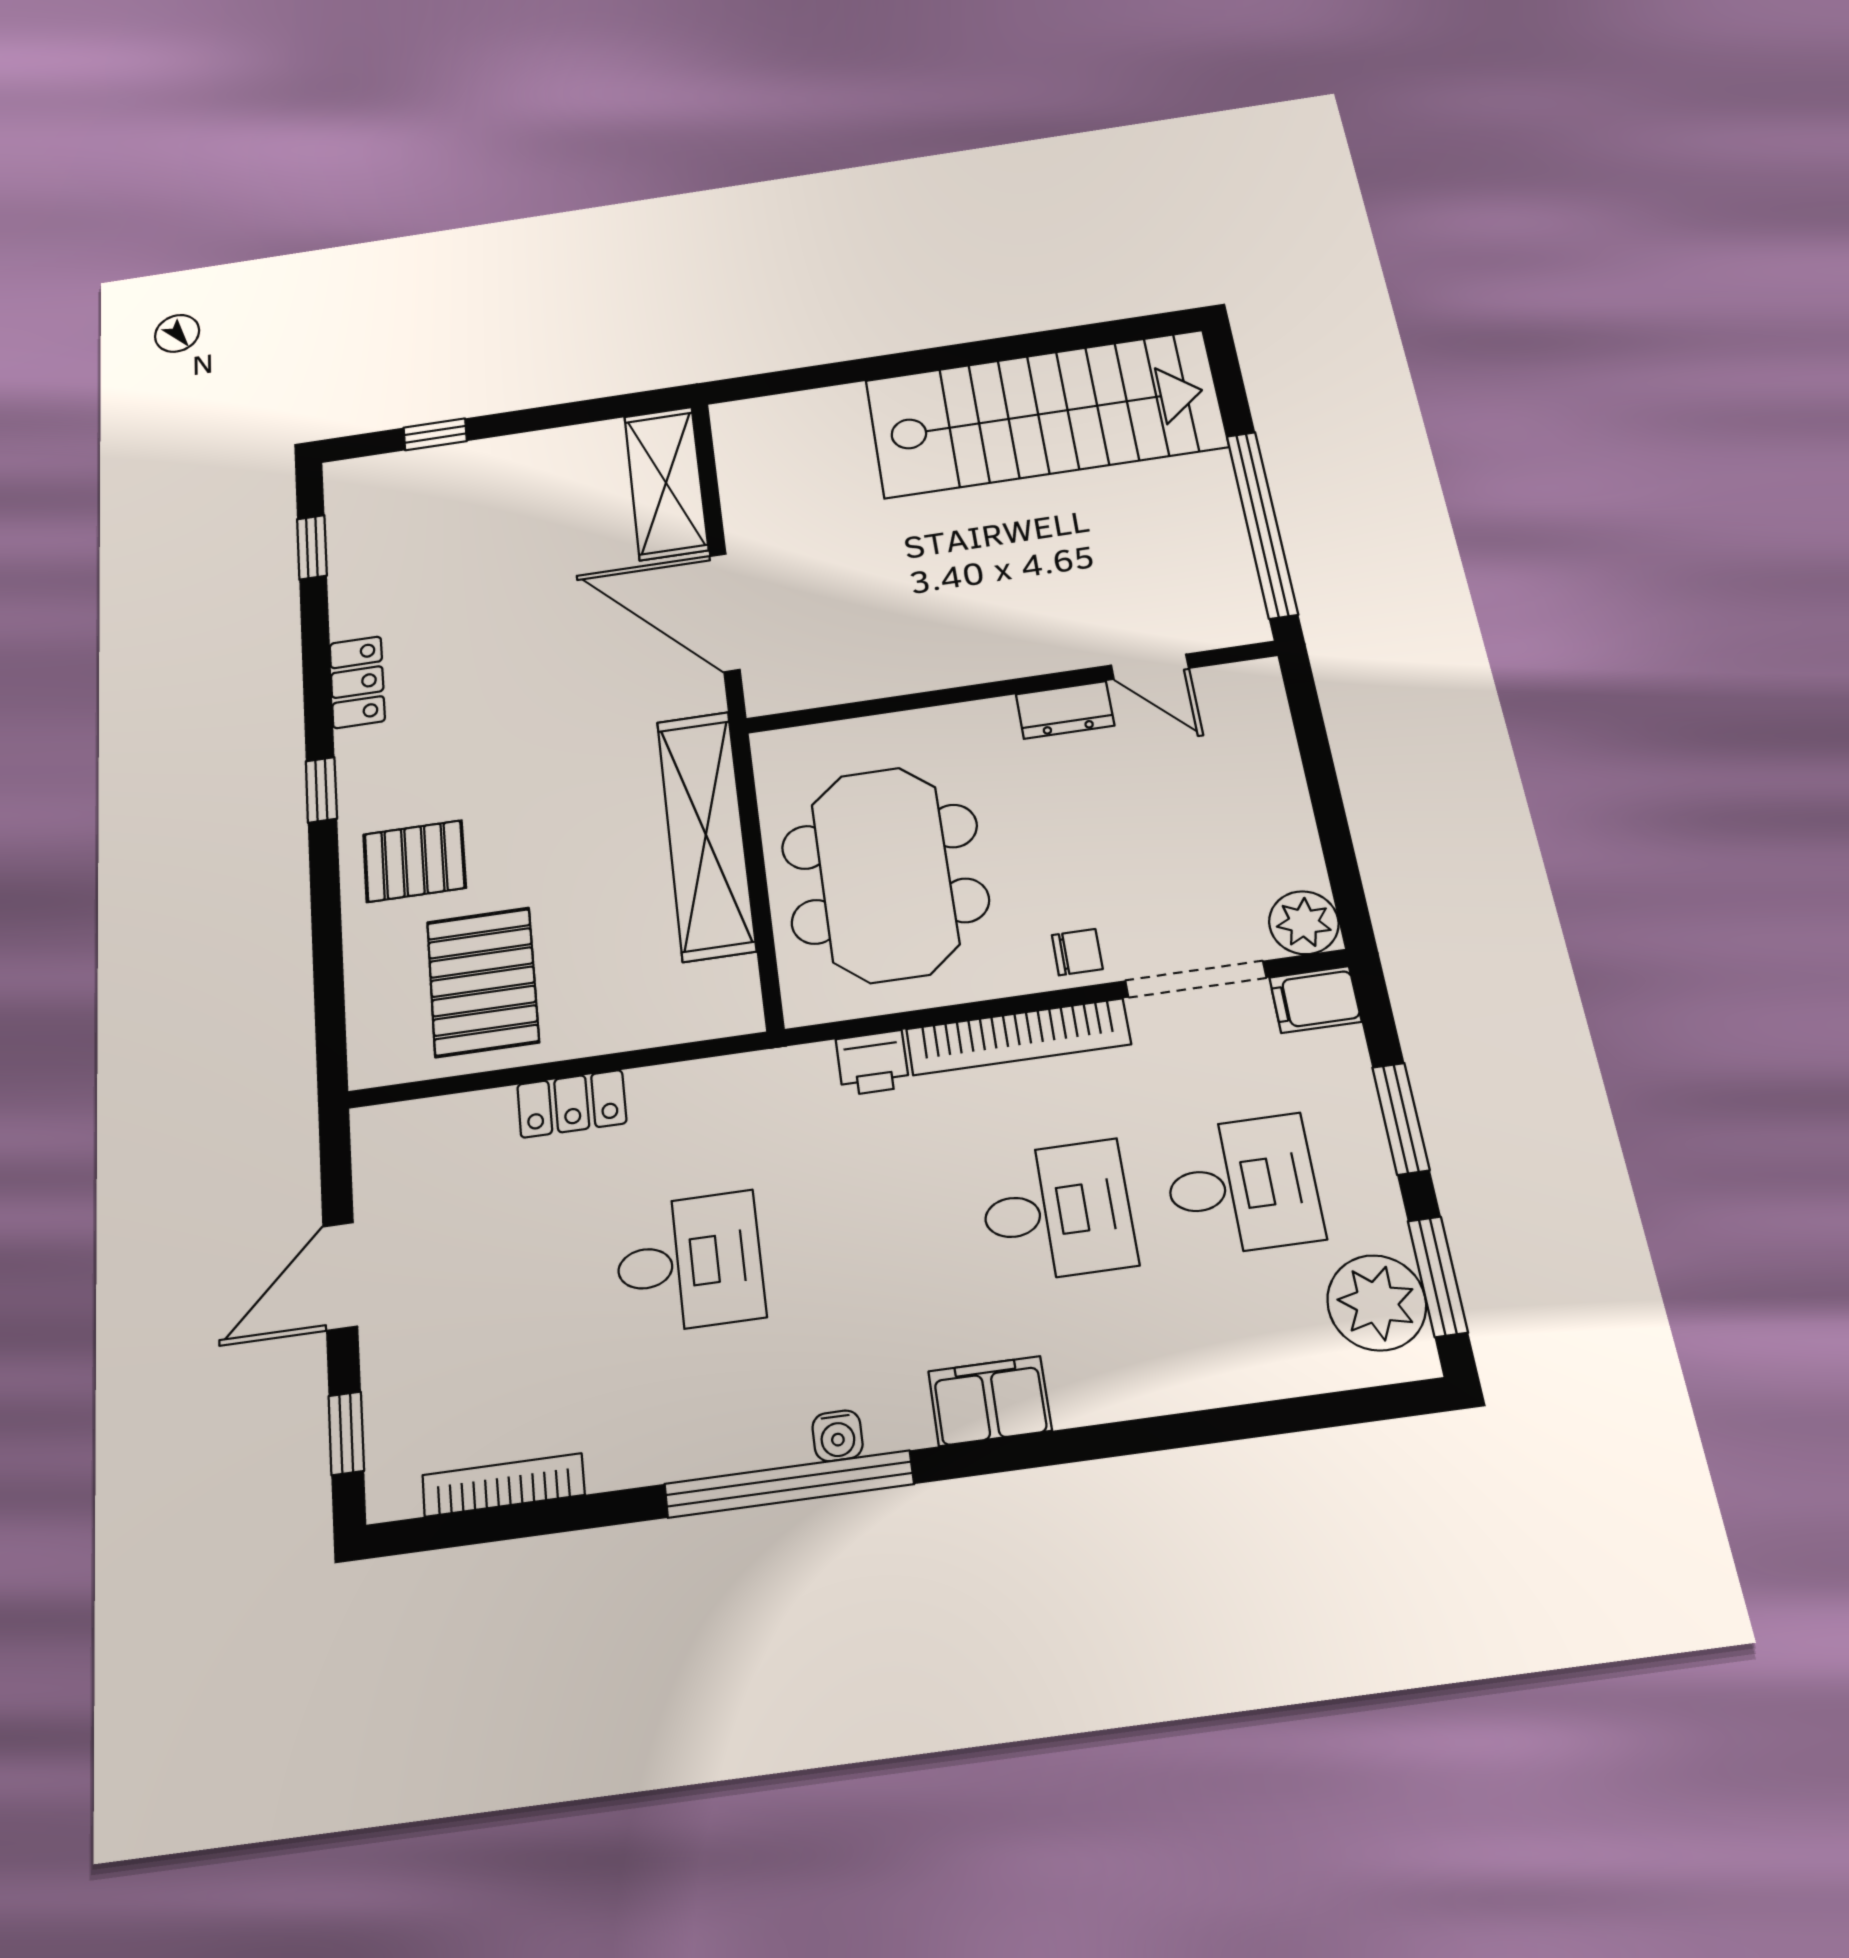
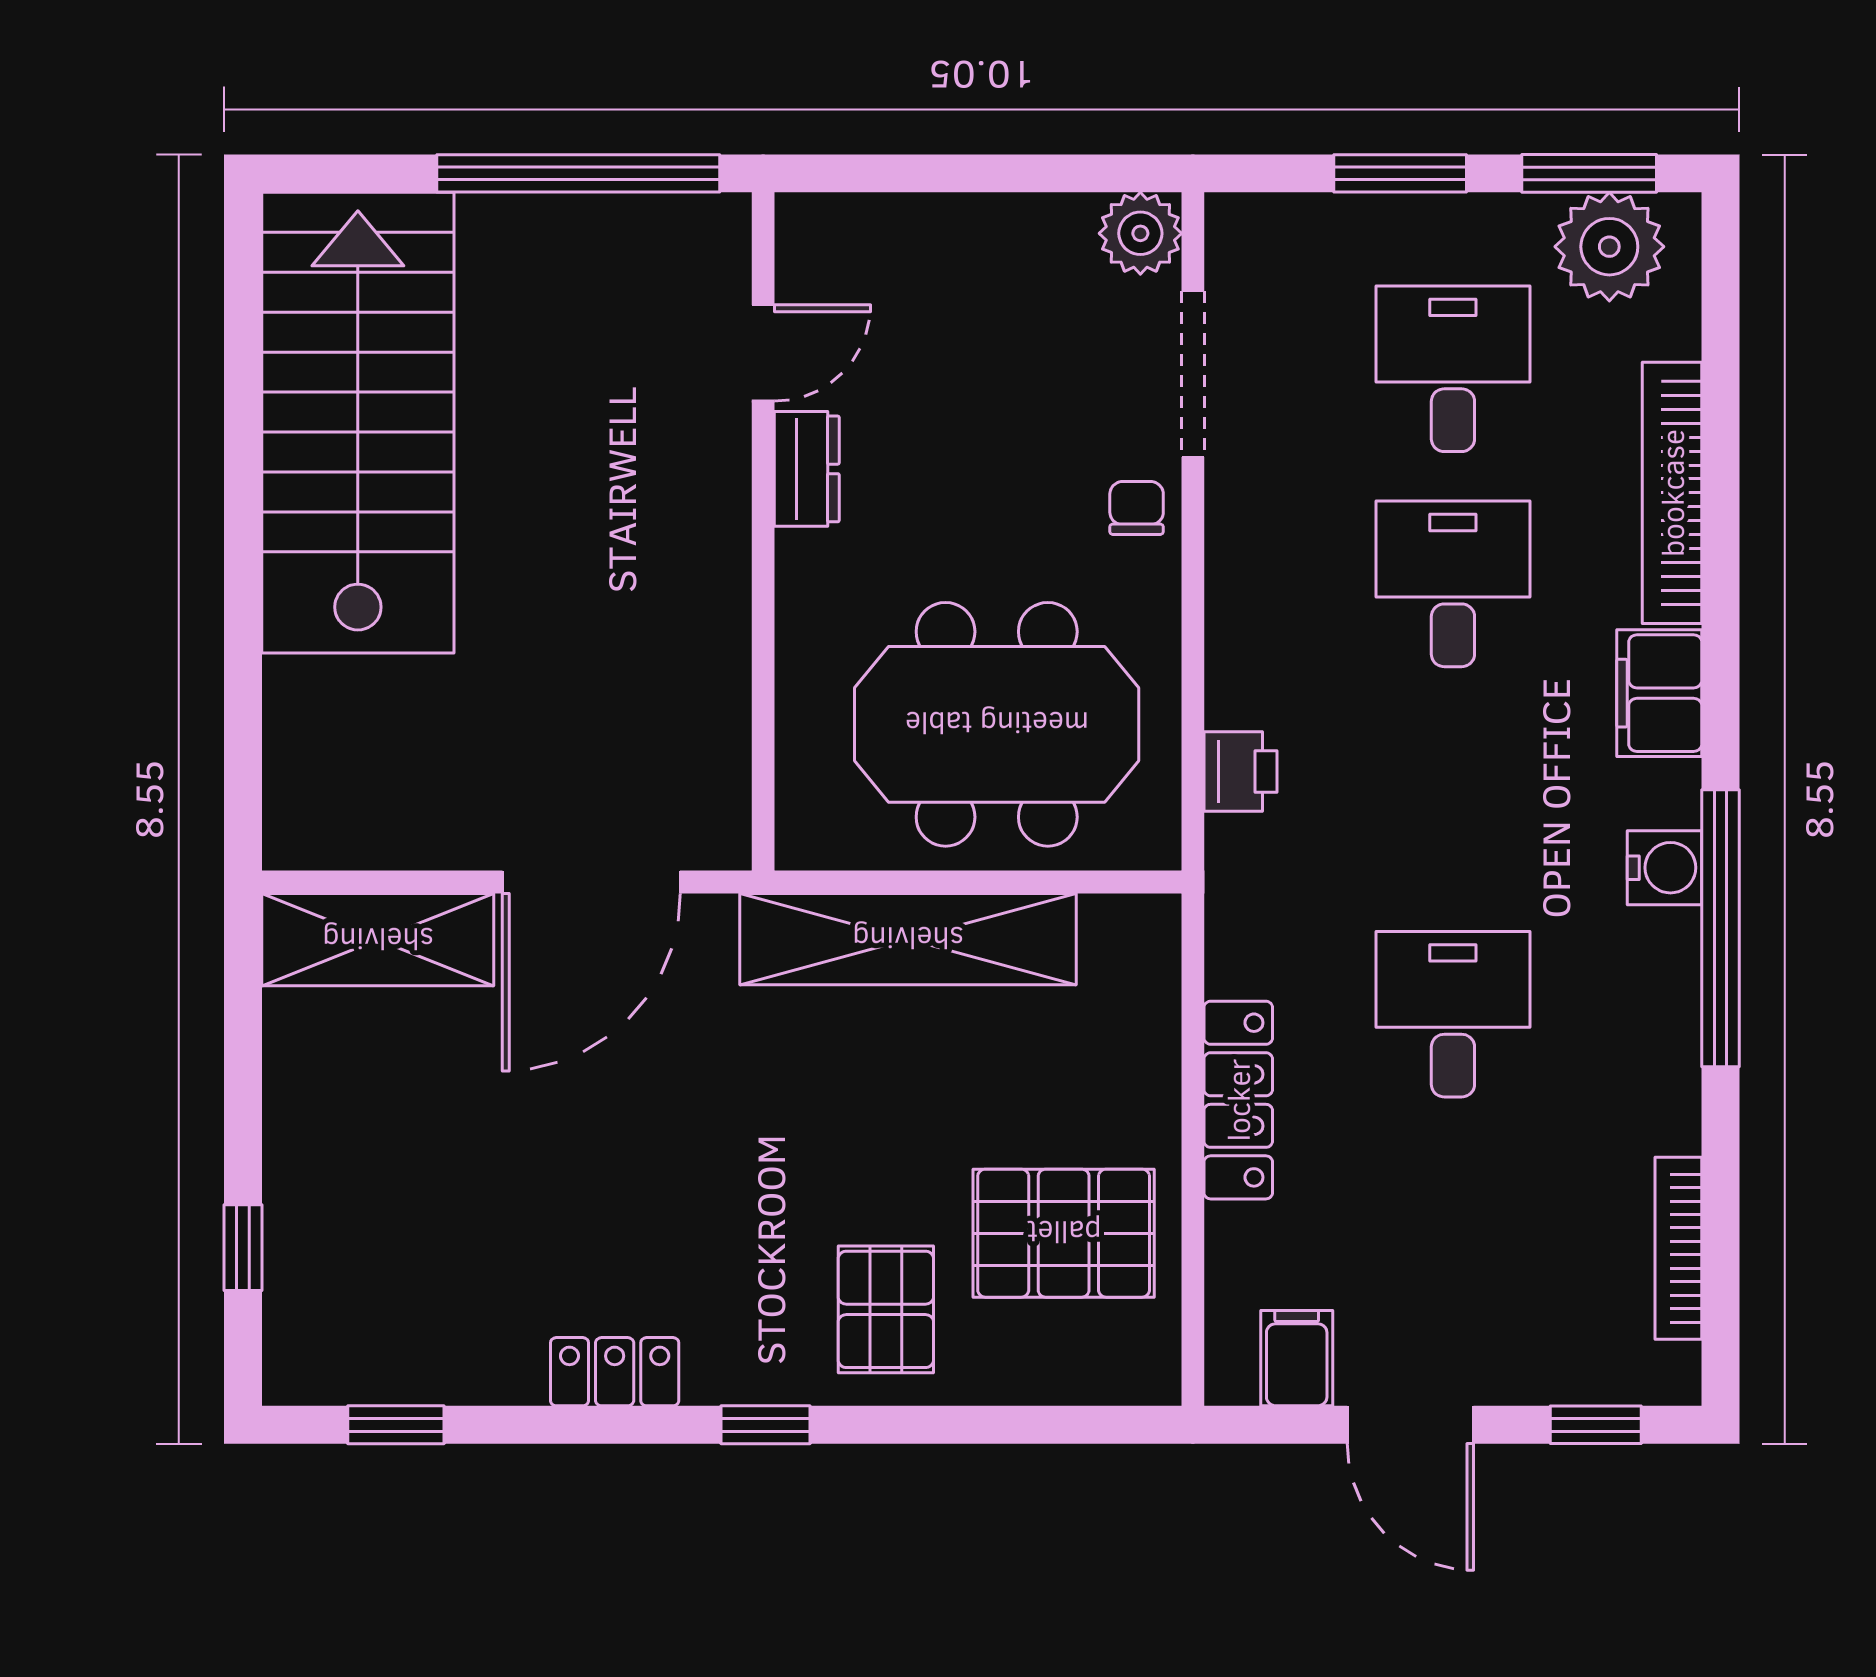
filing cabinet: (1315, 1000) -> (1297, 1358), moved, turned 180
bookcase: (1018, 1037) -> (1672, 493), moved, turned 180
locker: (572, 1104) -> (1238, 1100), width x1.53
water cooler: (837, 1436) -> (1664, 868), width x1.38, depth x1.38

